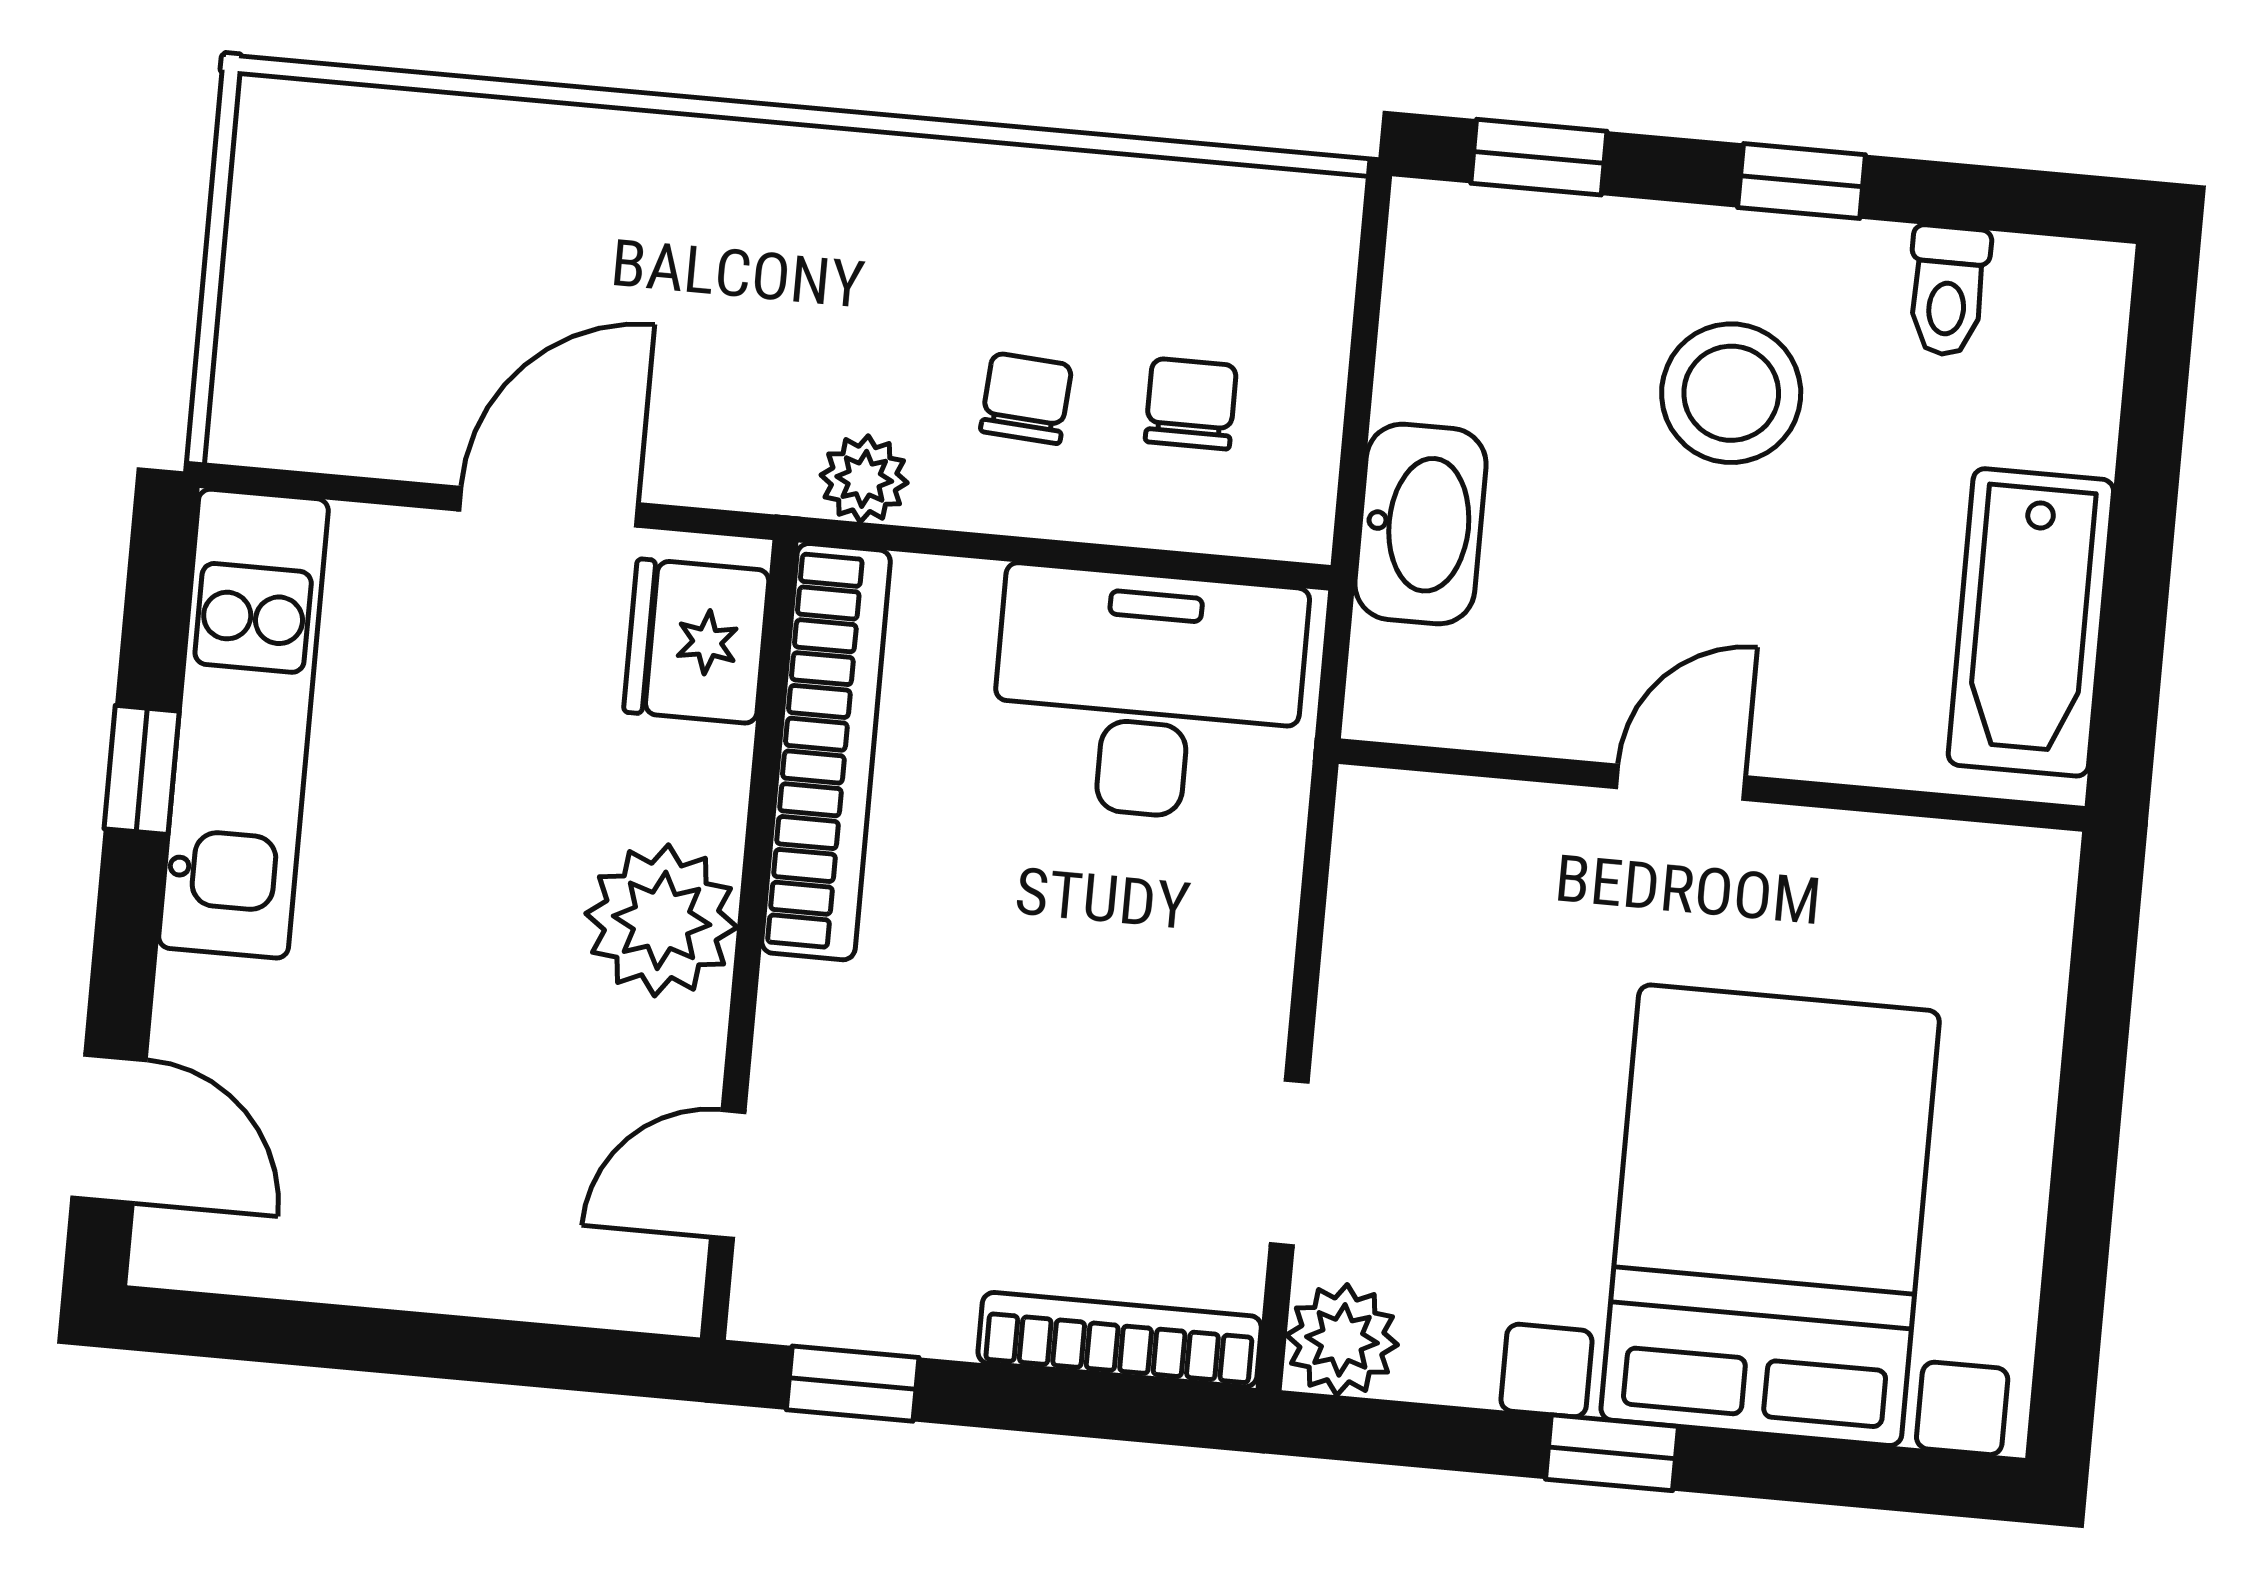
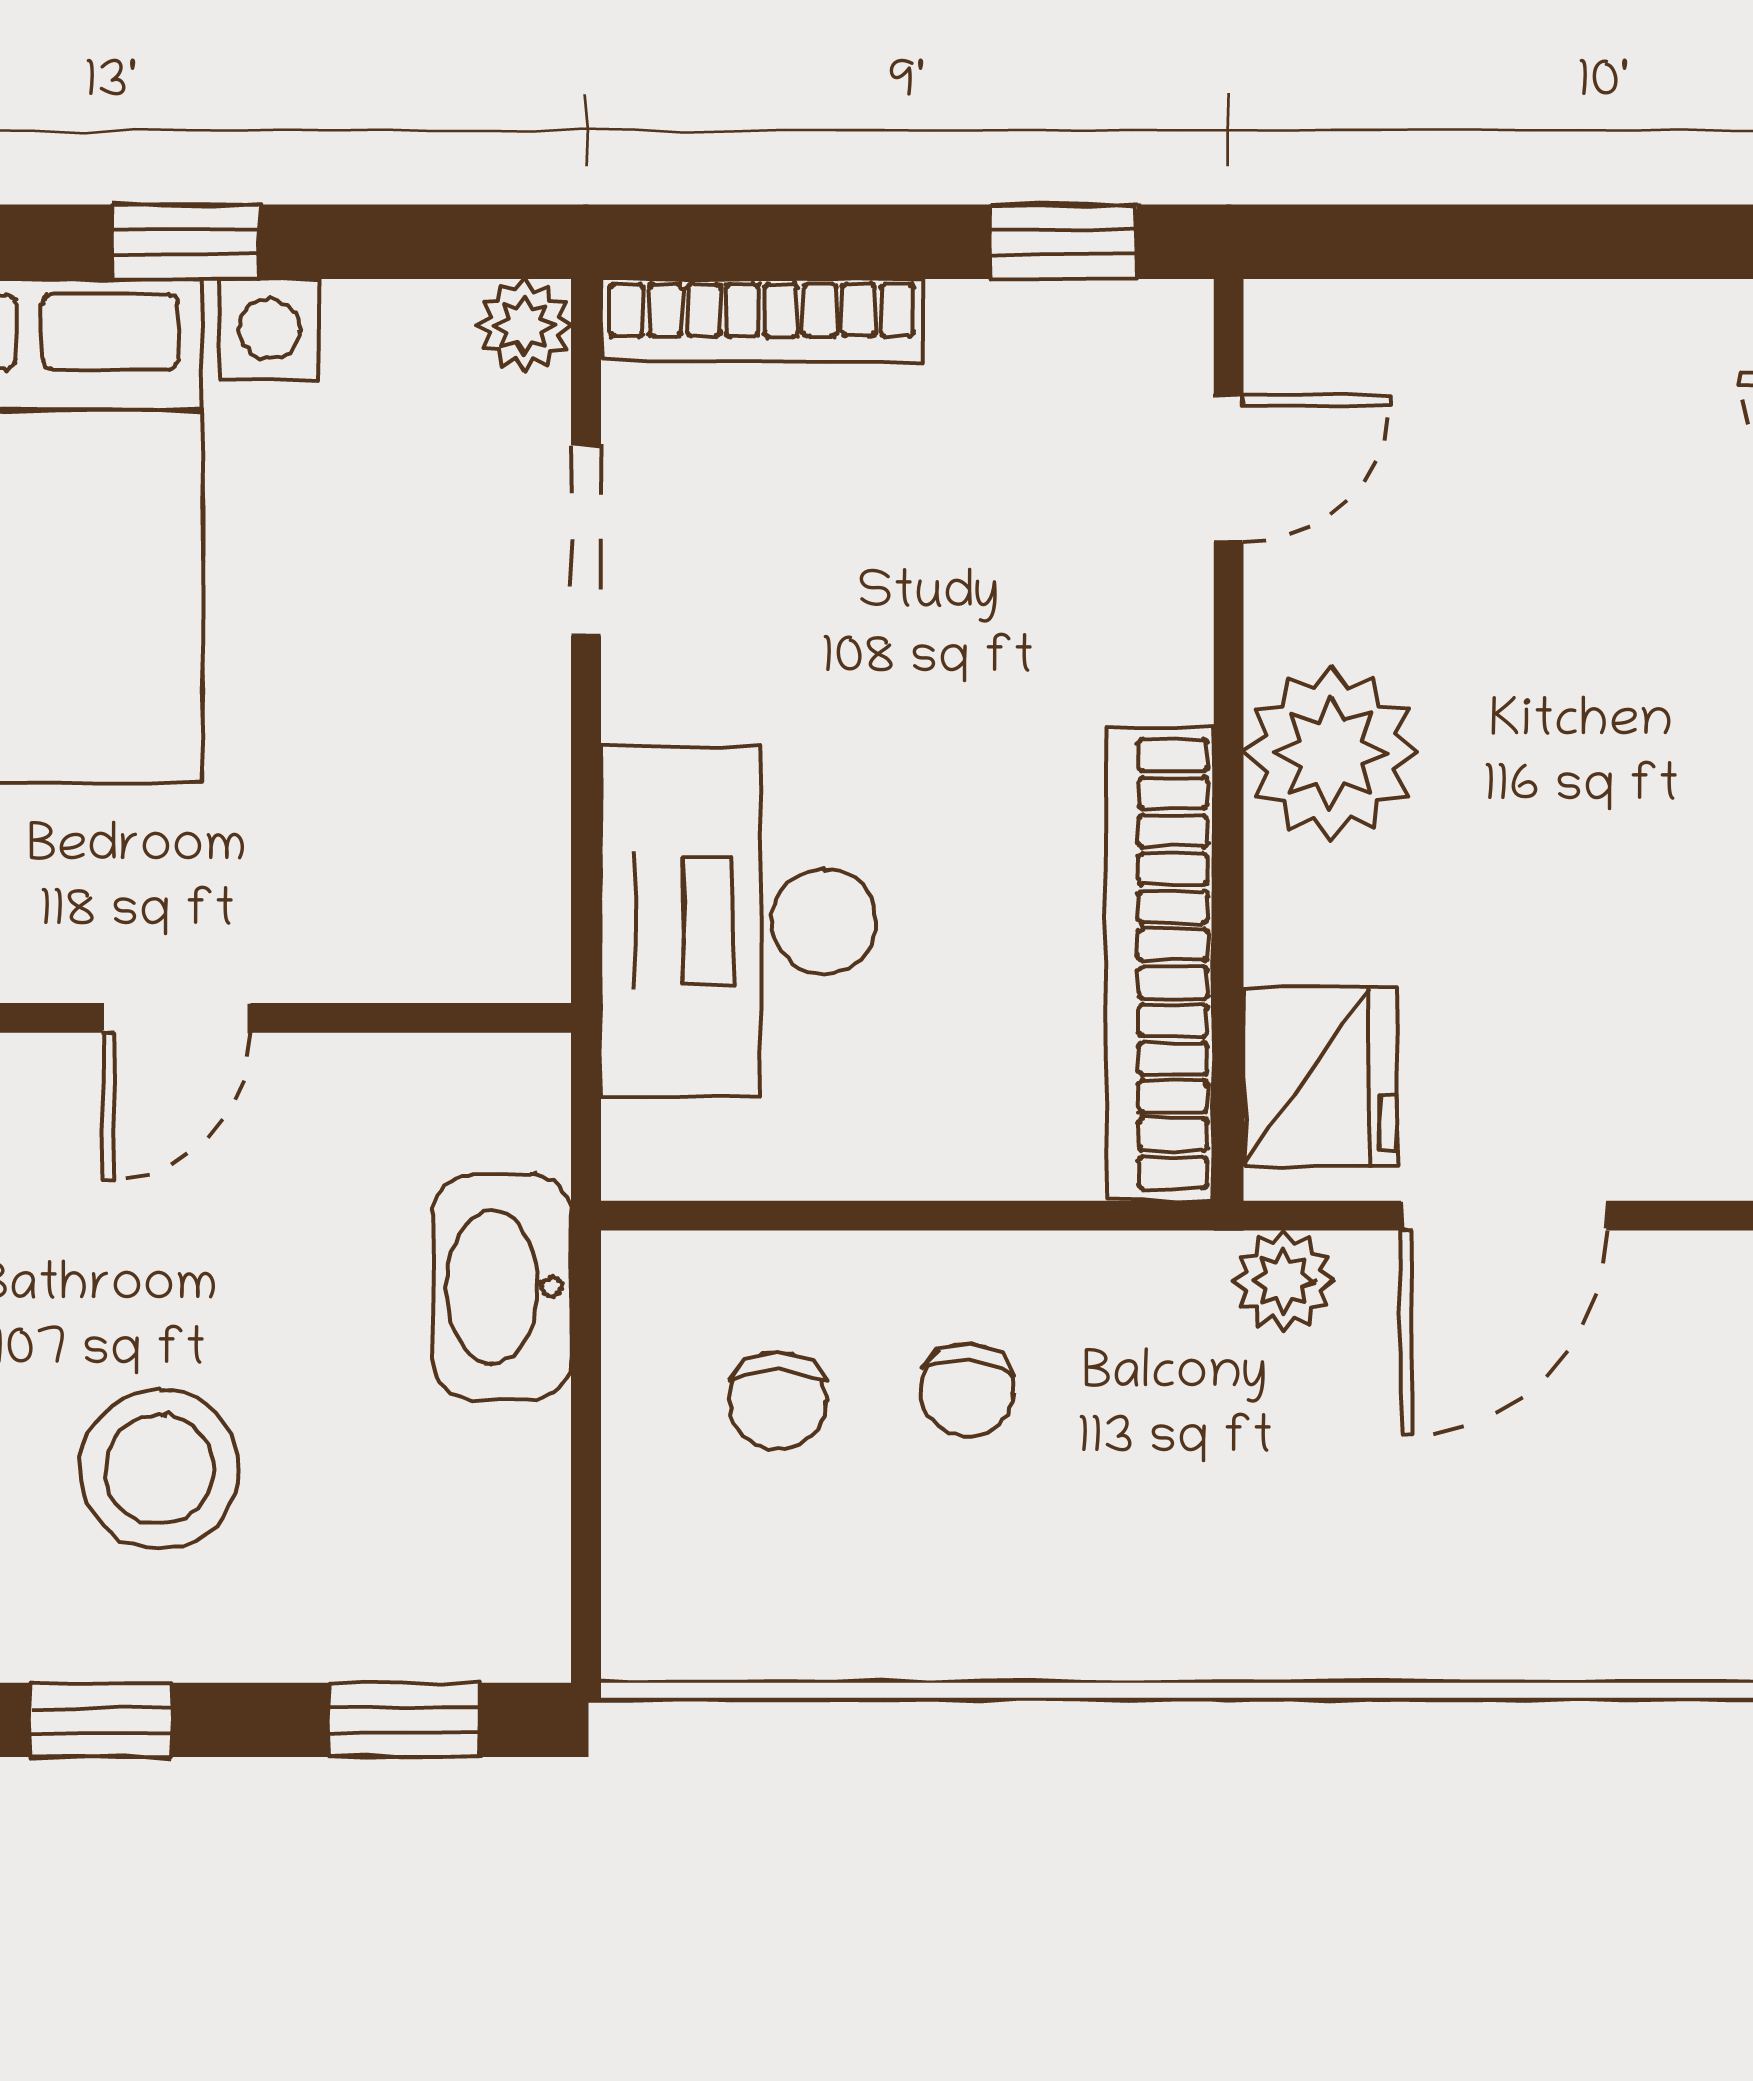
plant: (864, 479) -> (1284, 1280), moved
desk: (1148, 694) -> (739, 921), moved, turned 90
plant: (1342, 1340) -> (524, 325), width x0.73, depth x0.73

